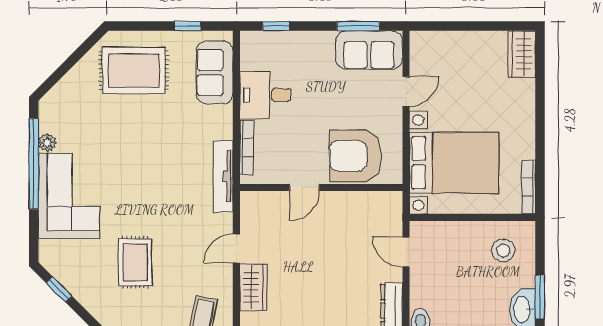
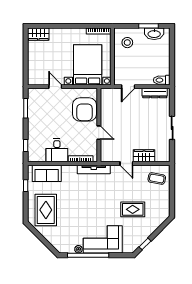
sofa: (369, 50) -> (37, 103), removed

